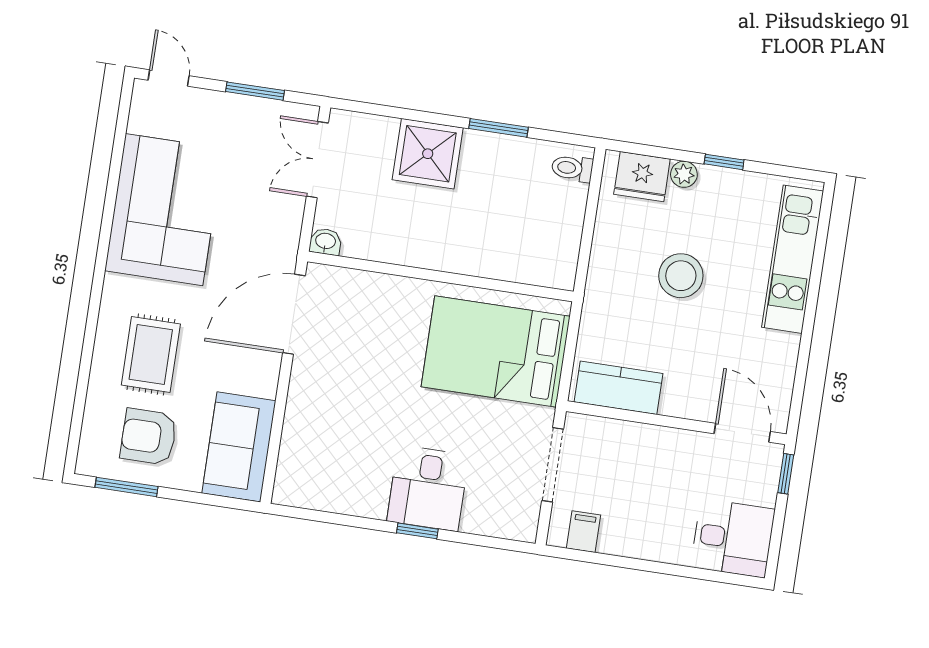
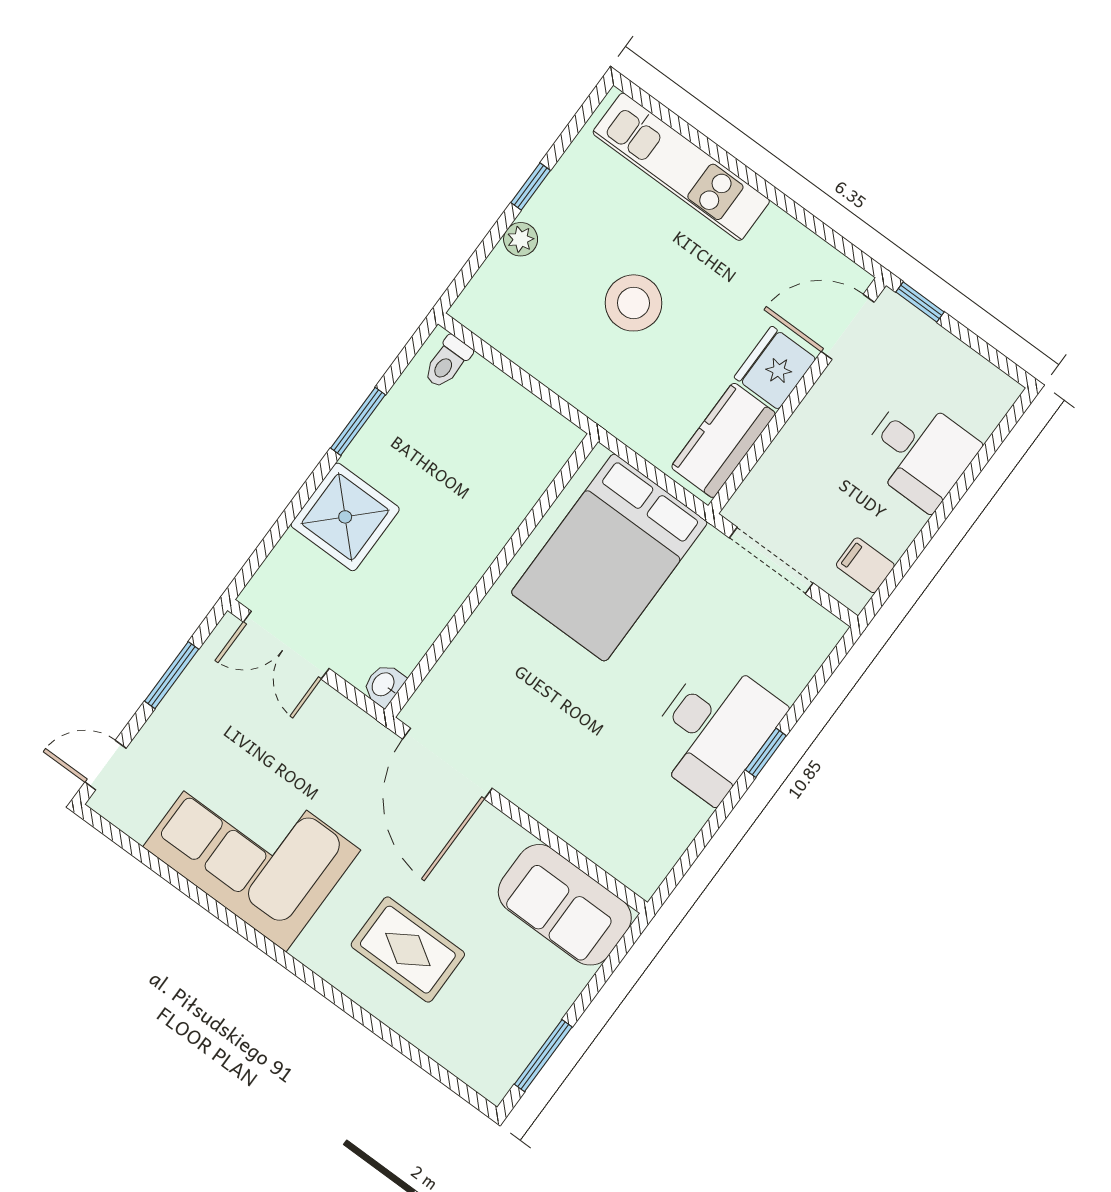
fridge: (642, 177) -> (775, 368), moved, turned 180
armchair: (149, 437) -> (499, 1001), removed
desk: (428, 488) -> (714, 729), width x1.37
desk: (733, 538) -> (919, 452), moved, turned 90

